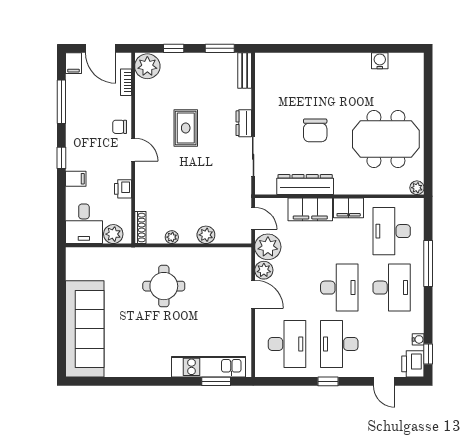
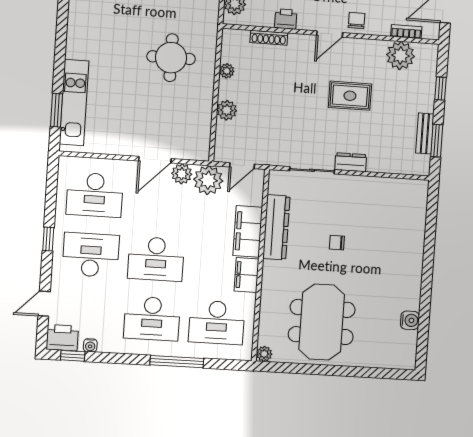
plant: (147, 66) -> (400, 56), moved
bench: (245, 70) -> (425, 133), moved, turned 90
chair: (315, 130) -> (337, 243), width x0.54, depth x0.54
shoe rack: (140, 228) -> (269, 38), moved
desk: (392, 231) -> (217, 322), turned 180

